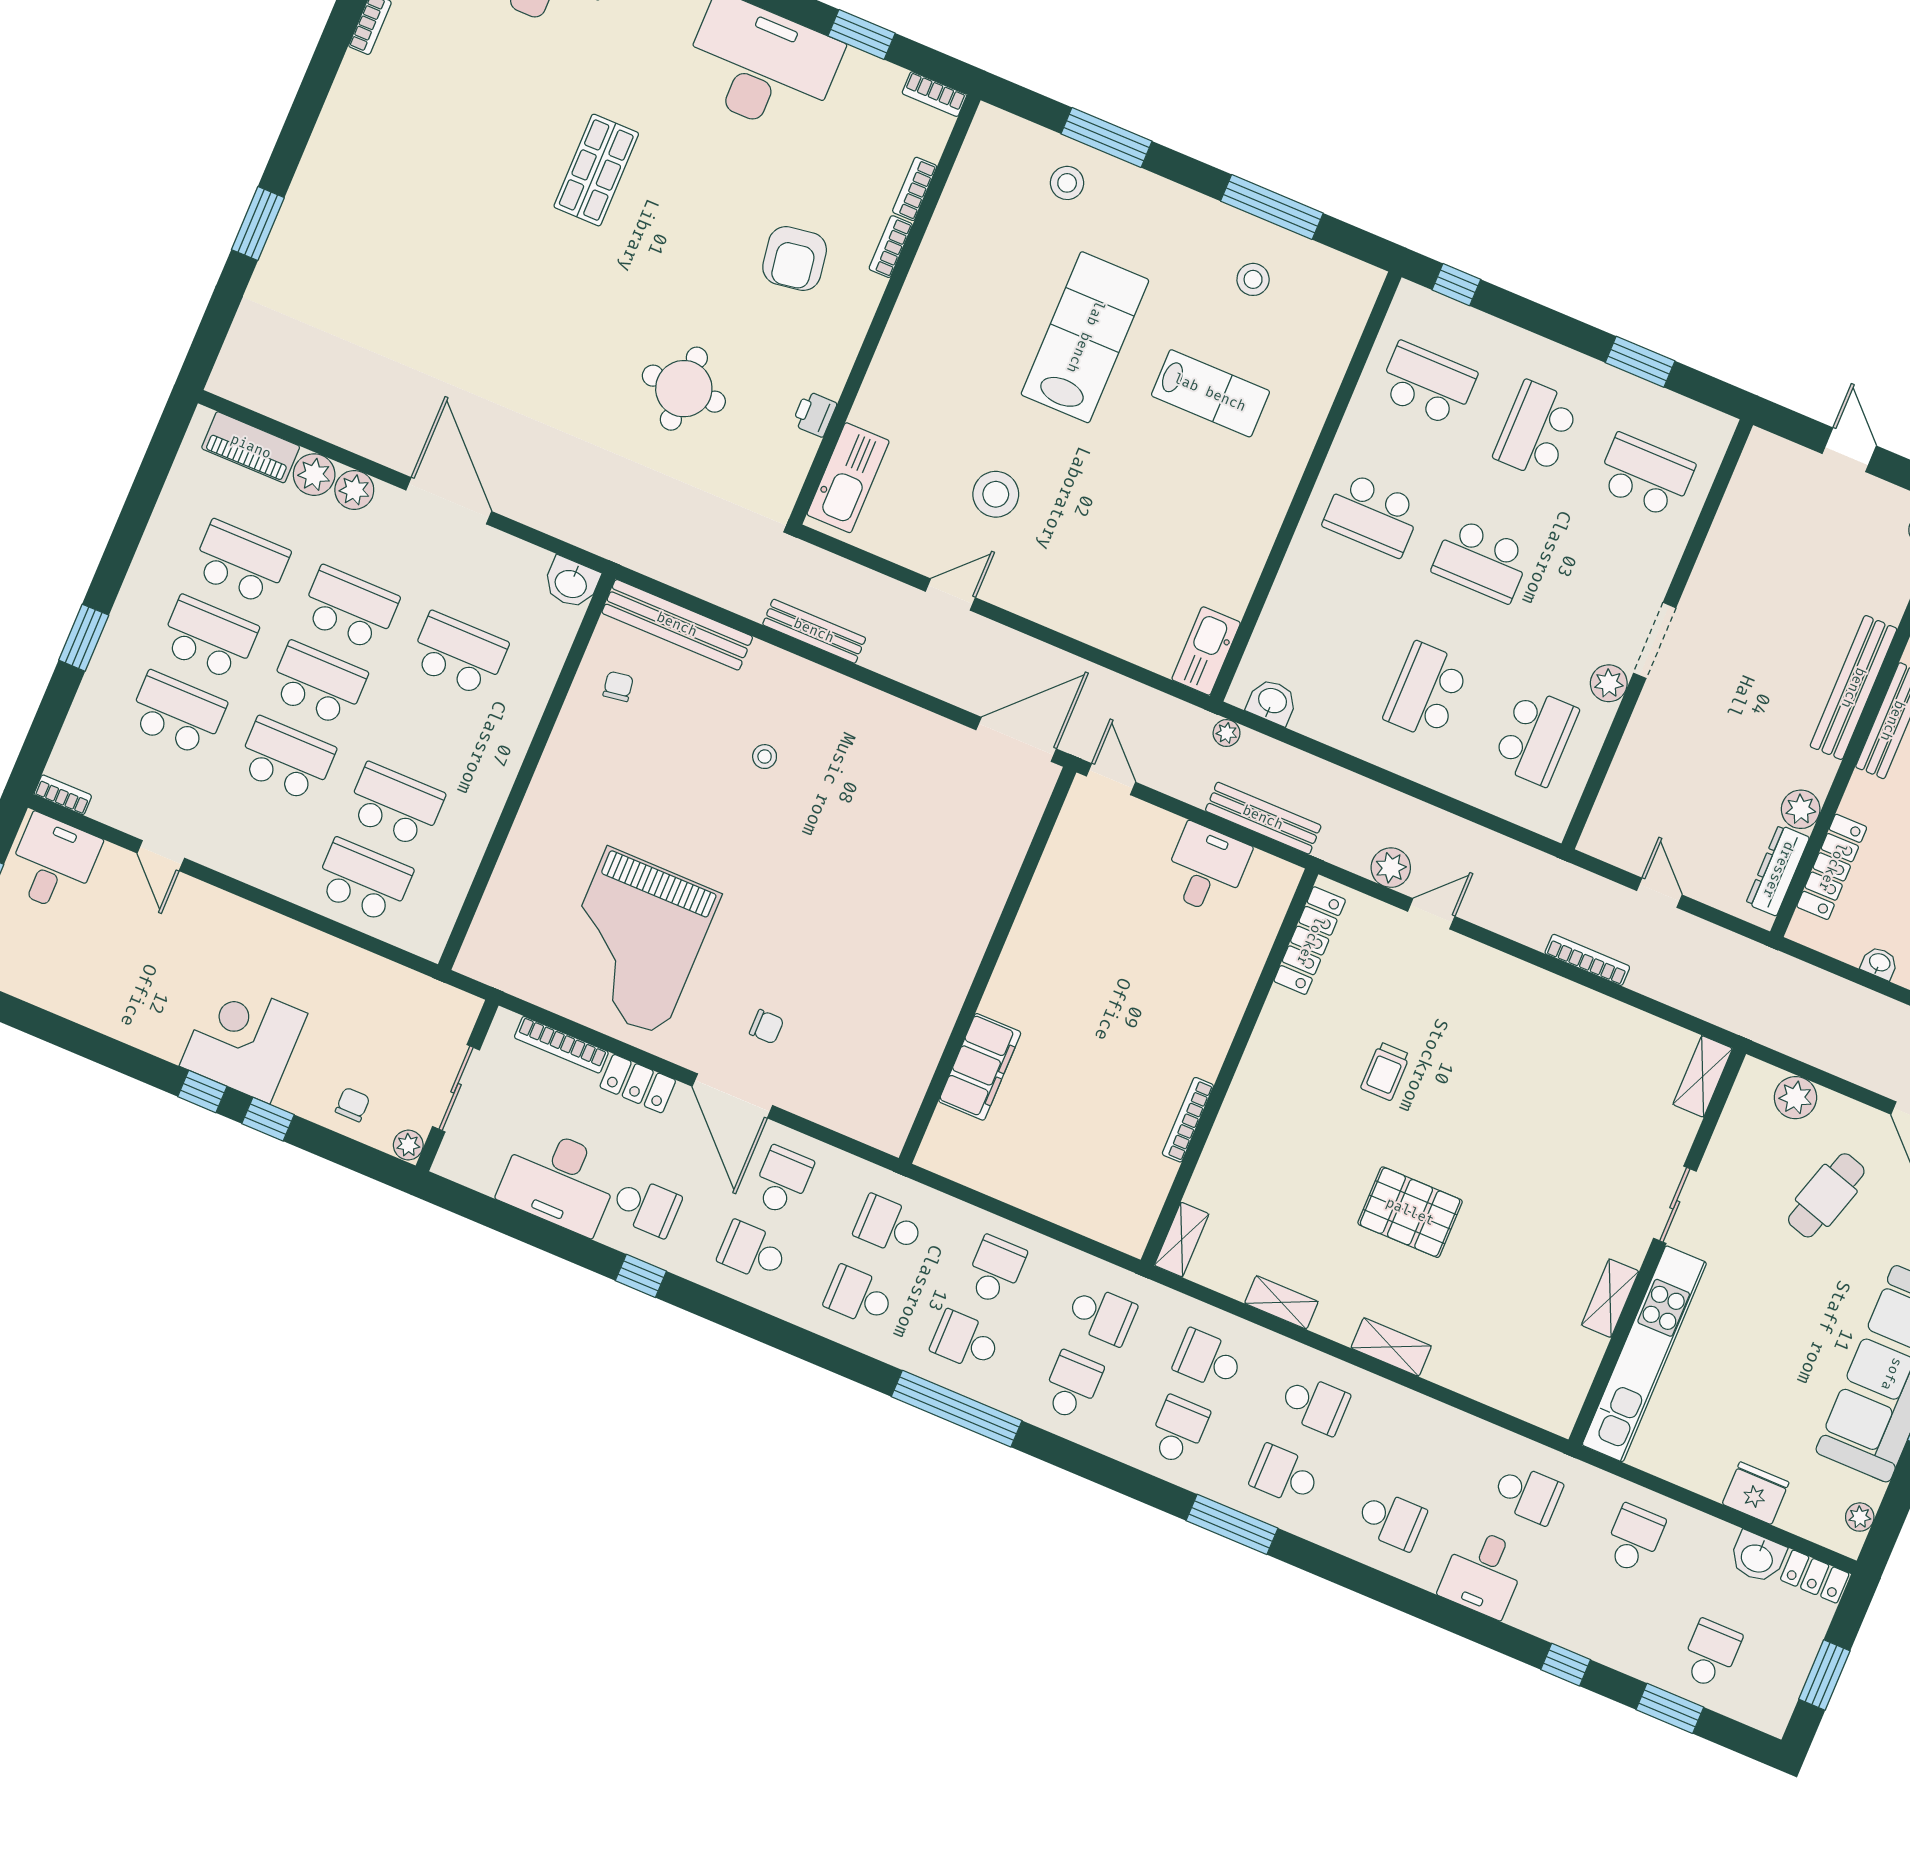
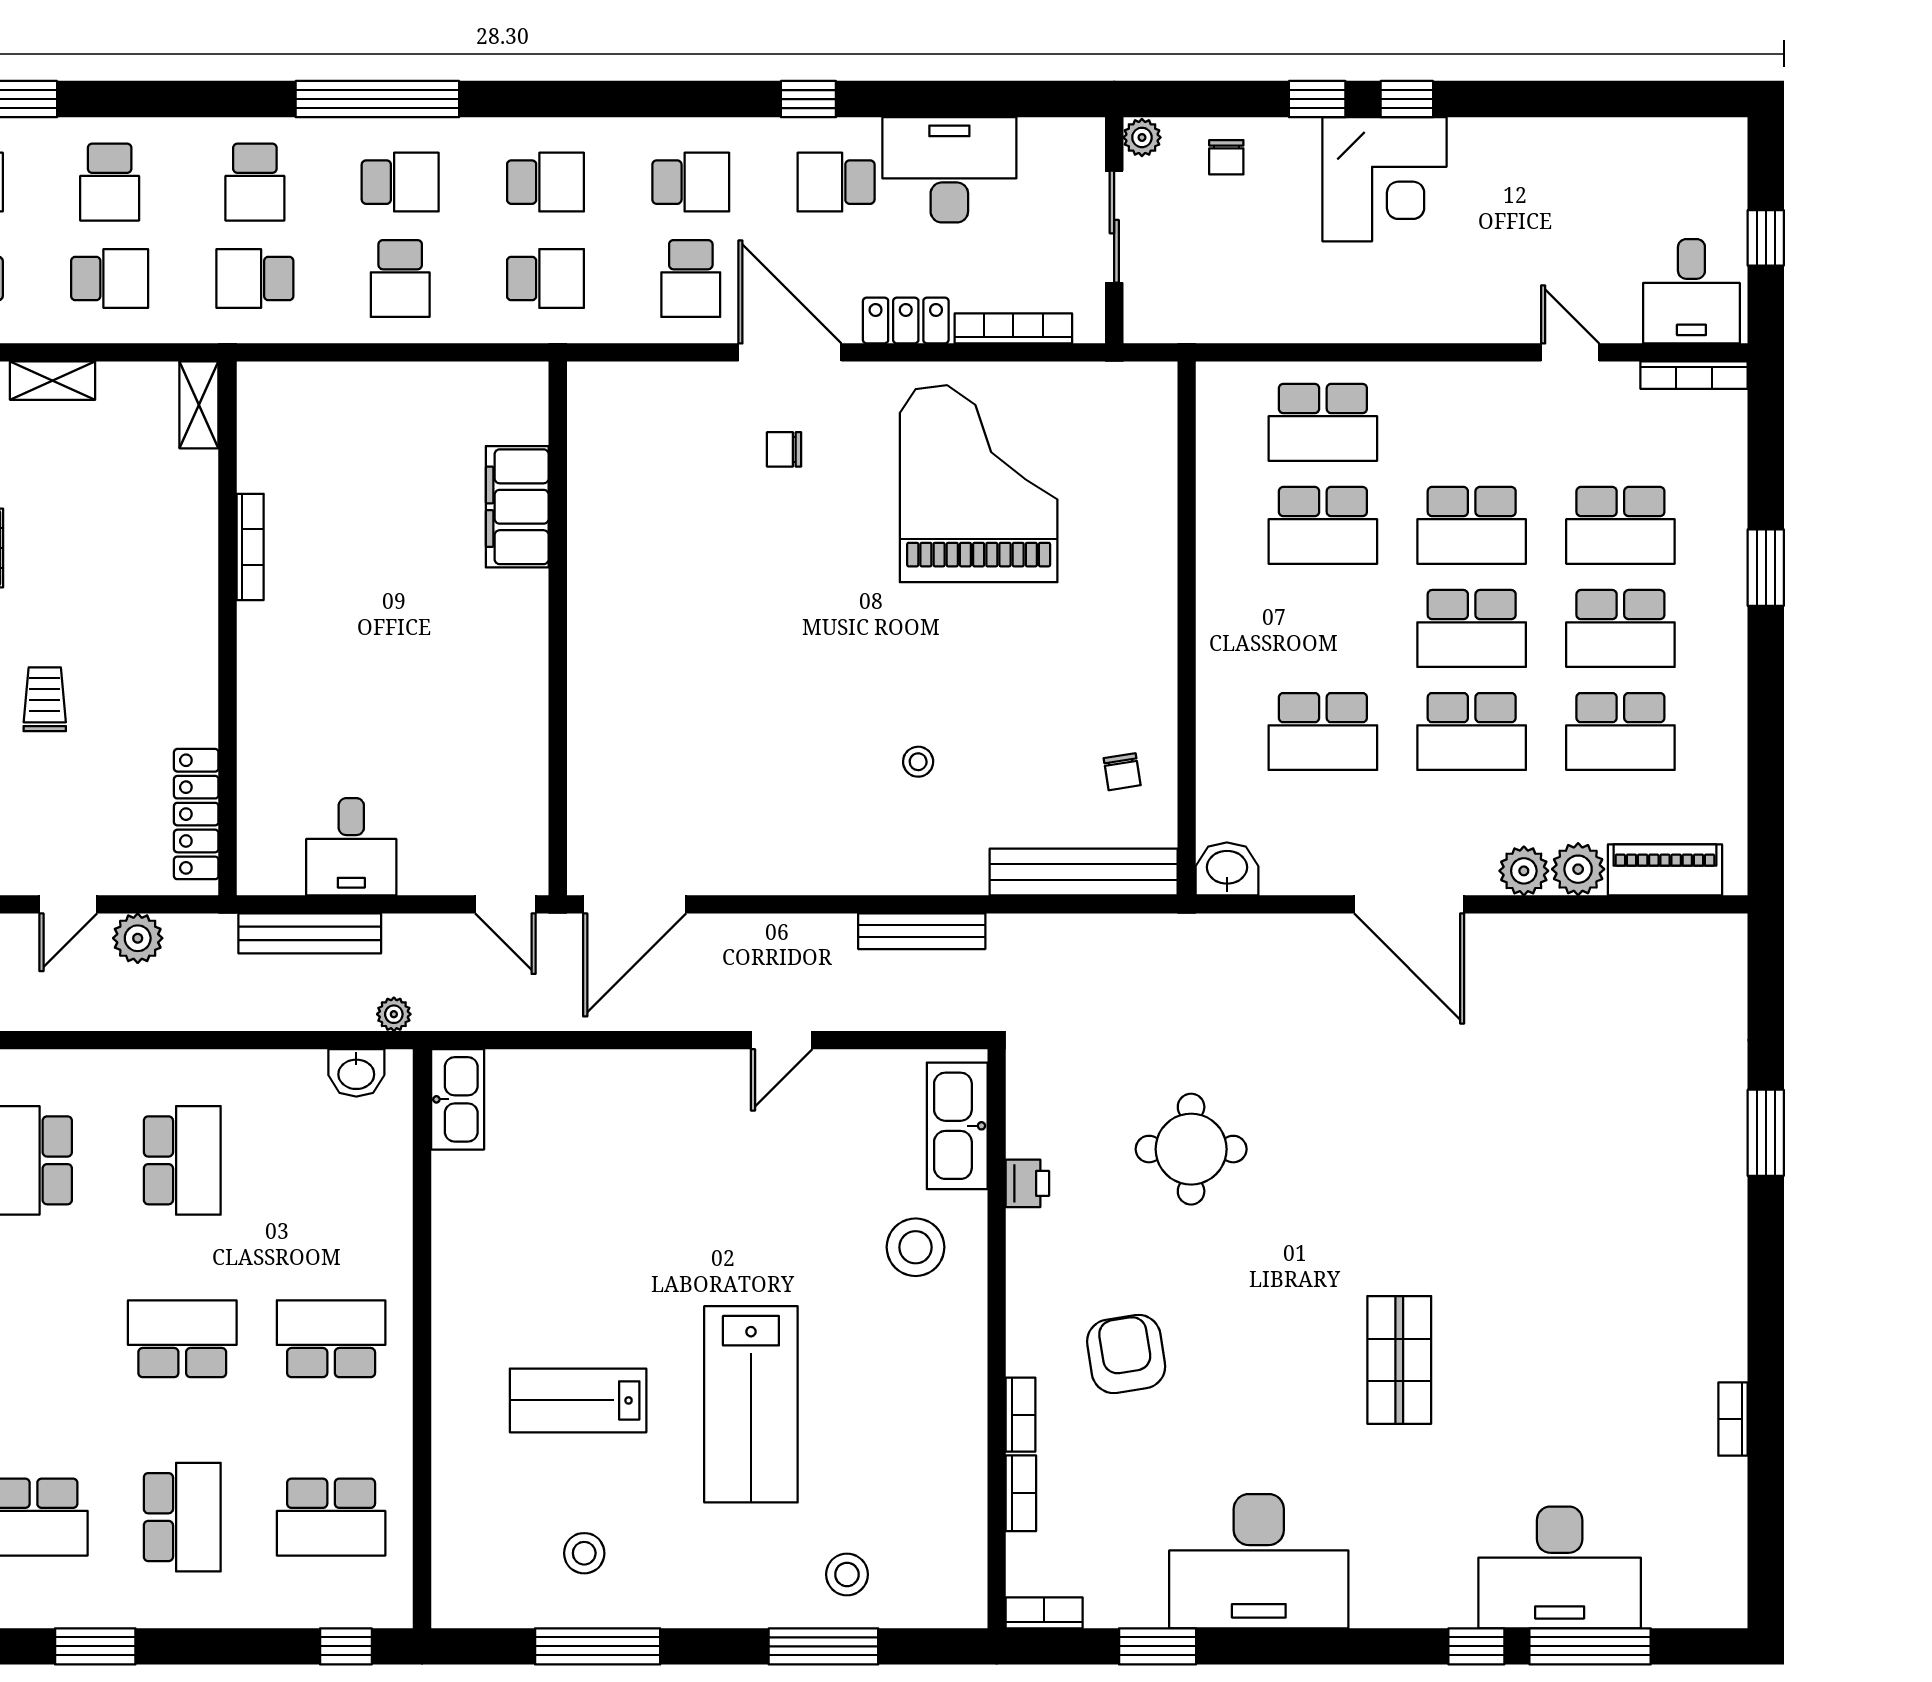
stool: (996, 494) -> (916, 1247), moved
bookcase: (63, 795) -> (1694, 375), width x1.56

